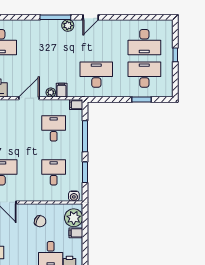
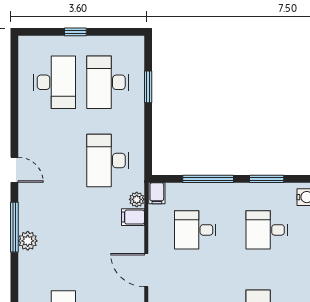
plant: (68, 26) -> (28, 241), moved
plant: (51, 92) -> (137, 199), moved

